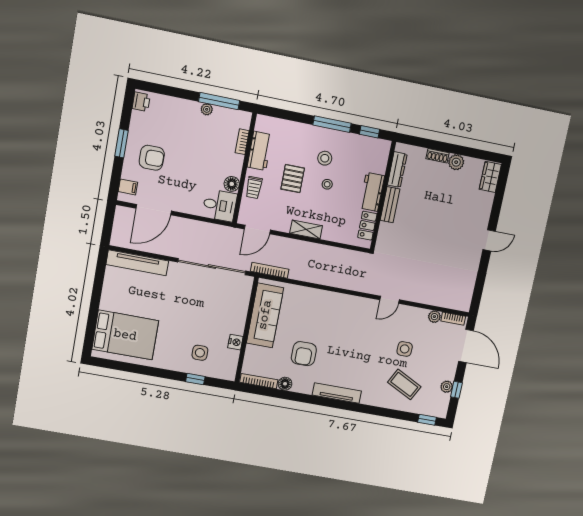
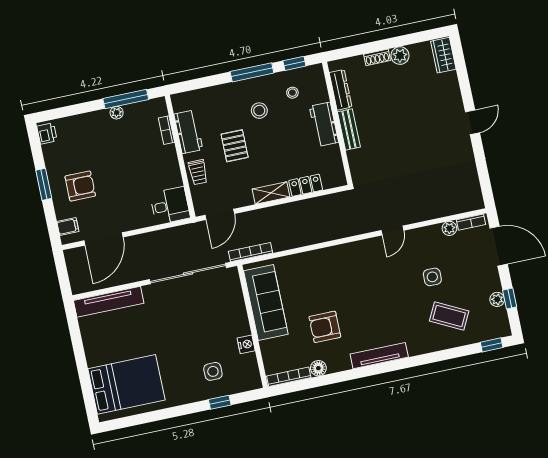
floor lamp: (232, 184) -> (173, 178), removed
stool: (327, 184) -> (292, 93), moved
locker: (367, 226) -> (306, 185), moved, turned 90
armchair: (304, 354) -> (325, 327), turned 90

